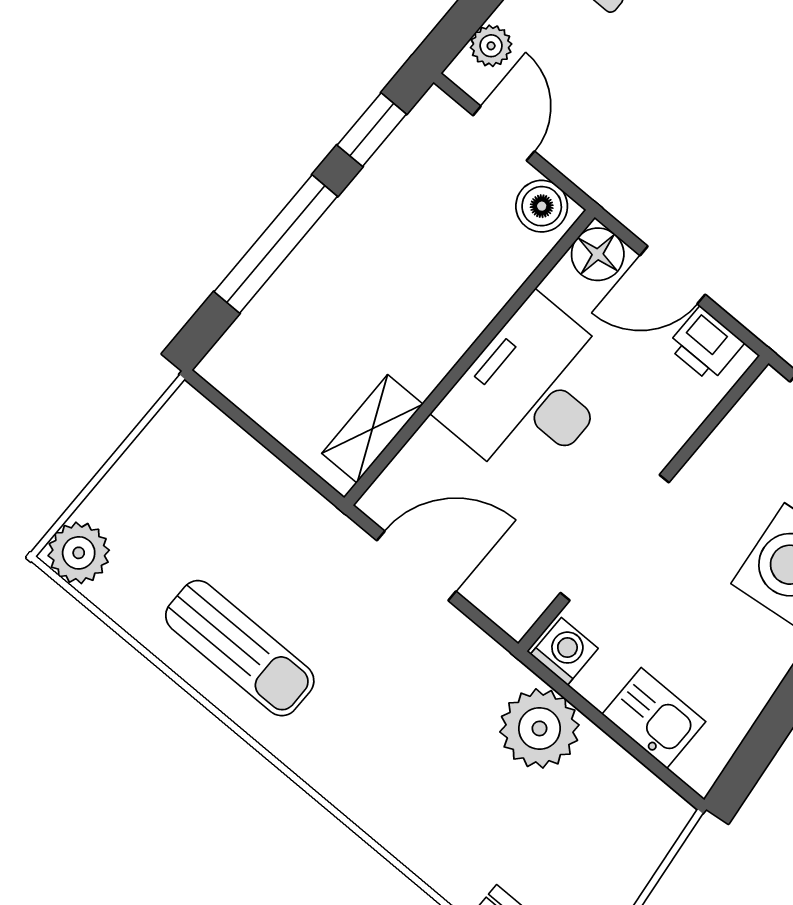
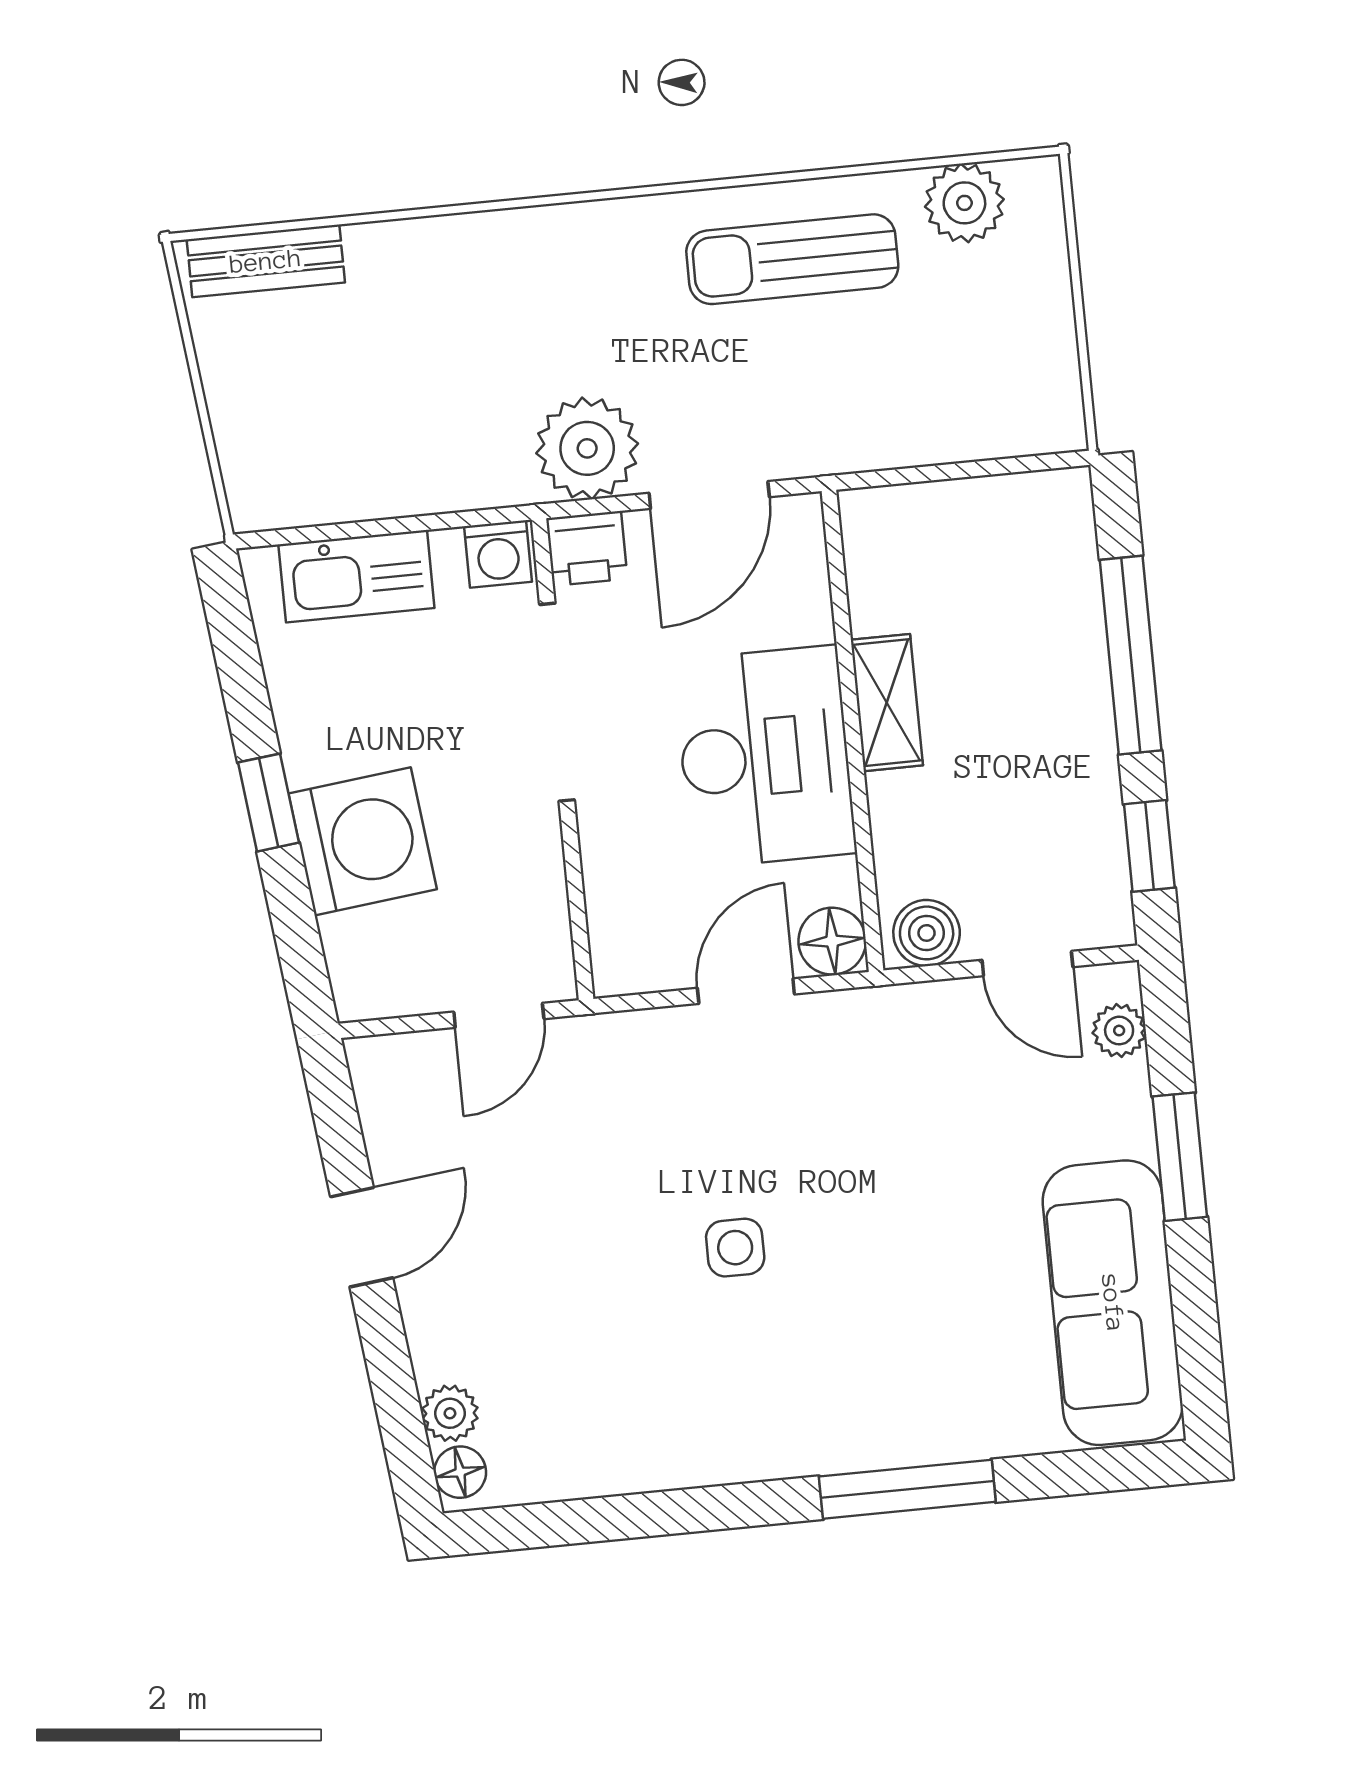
printer: (705, 345) -> (587, 548), moved, turned 180
shelving: (372, 429) -> (887, 703), moved
plant: (79, 553) -> (964, 203), moved
kitchen sink: (654, 718) -> (356, 576), width x1.38
plant: (539, 728) -> (587, 448), moved

